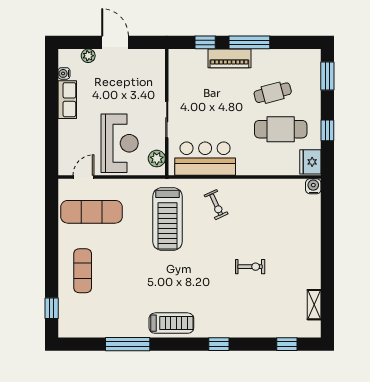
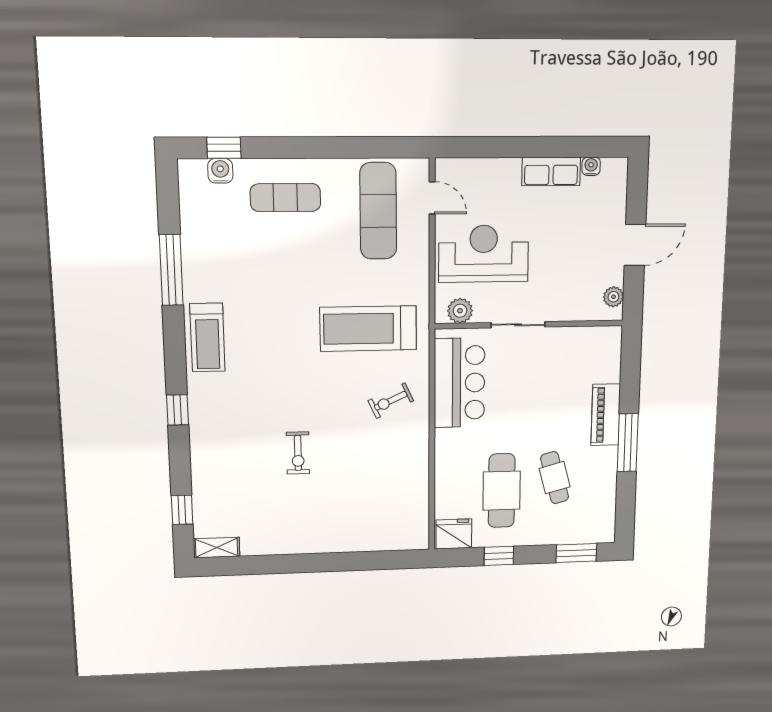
window: (205, 42) -> (630, 379), removed
plant: (88, 56) -> (613, 297), moved
reception desk: (120, 143) -> (484, 254), turned 180
water cooler: (313, 186) -> (220, 171), moved, turned -90
shelving: (314, 305) -> (217, 548), moved

